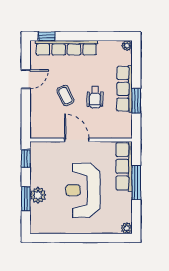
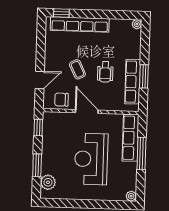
door: (26, 79) -> (40, 80), moved
row of seats: (125, 89) -> (133, 82), moved
chair: (50, 128) -> (61, 100), added
plant: (38, 195) -> (48, 182), moved

